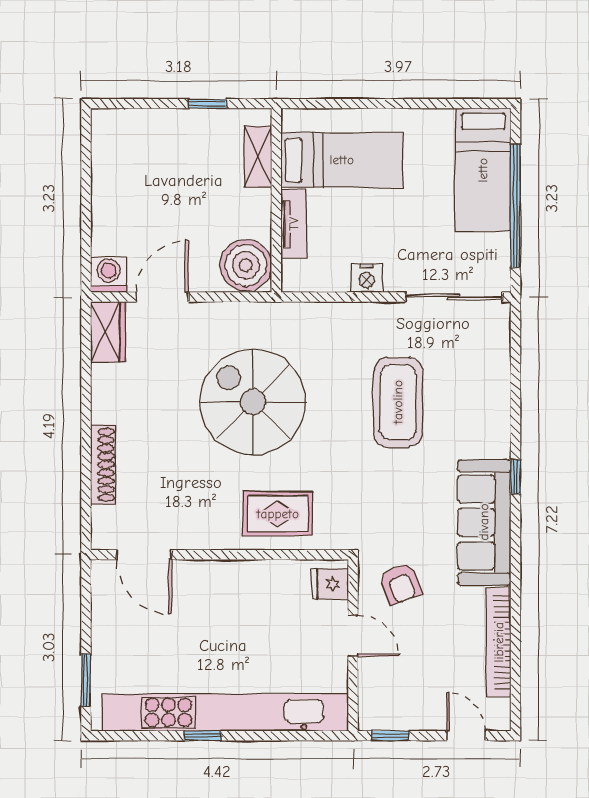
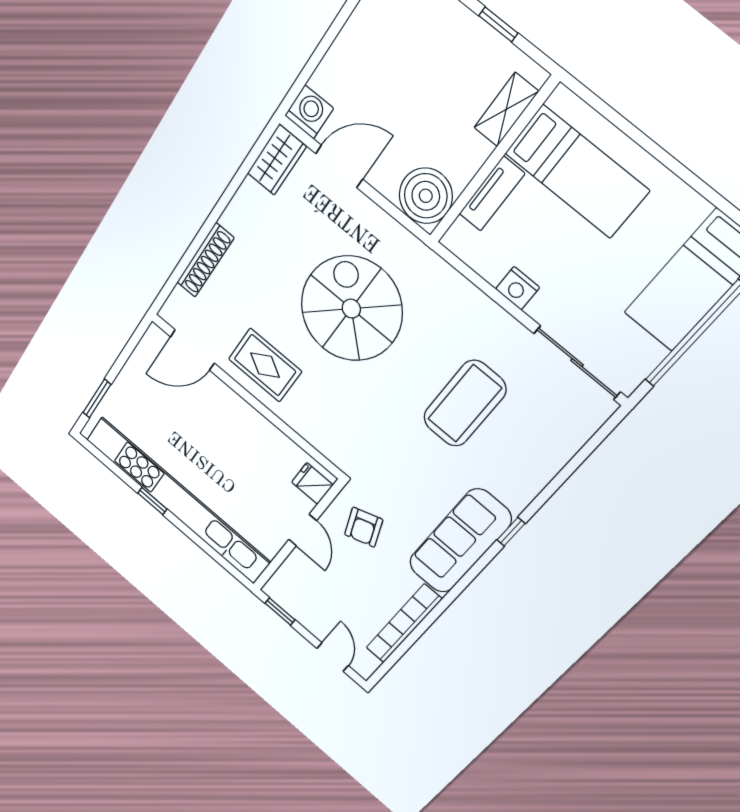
rug: (278, 514) -> (265, 365), moved
door: (144, 555) -> (192, 350), hinge flipped

